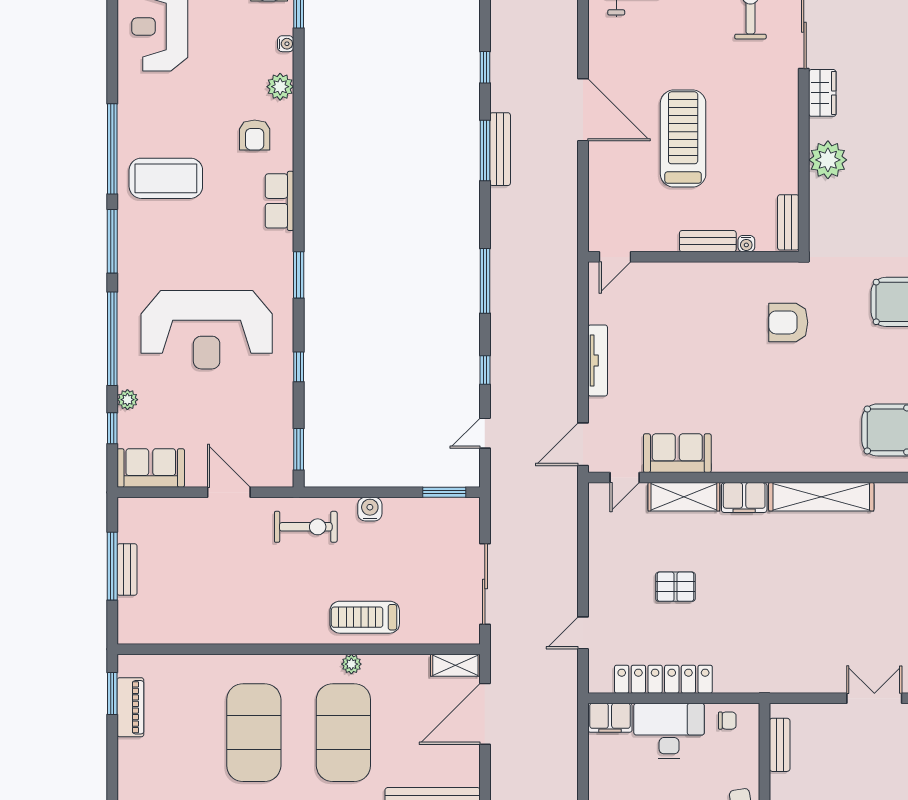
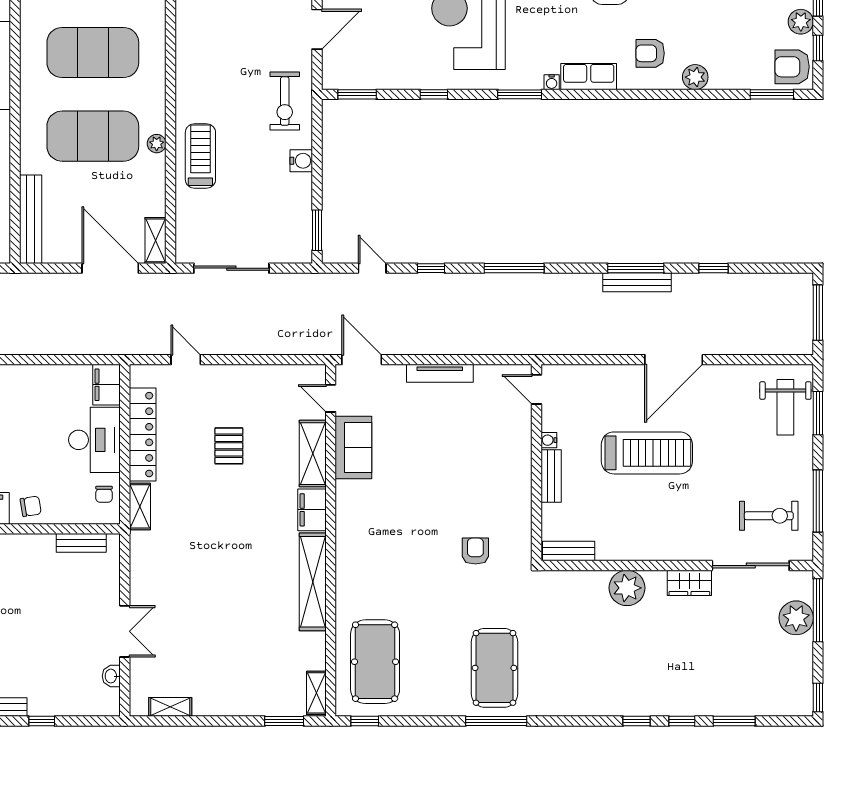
water cooler: (286, 44) -> (552, 82), moved
water cooler: (746, 244) -> (549, 440), moved
armchair: (788, 322) -> (475, 551), width x0.72, depth x0.72
shelving: (740, 682) -> (140, 506), added

